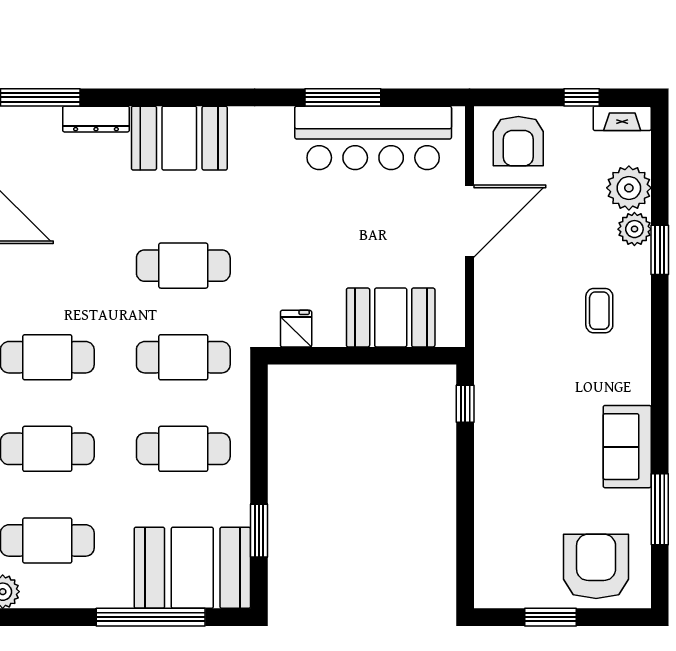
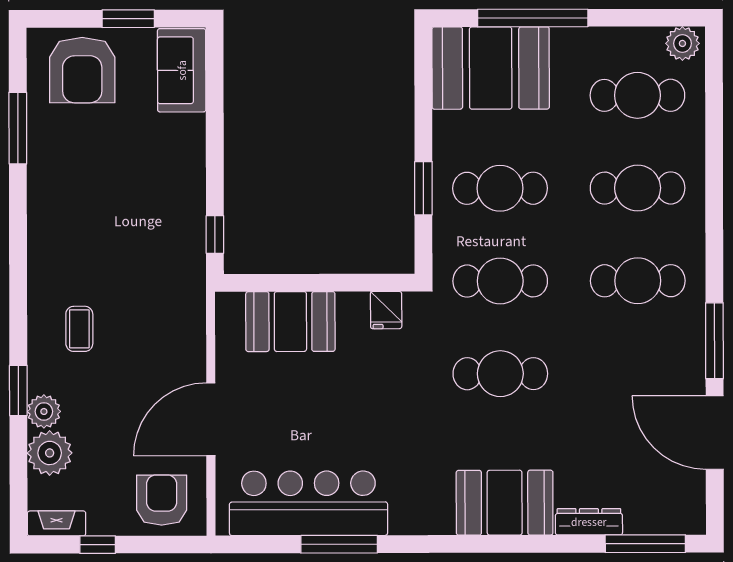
sofa: (627, 447) -> (182, 70), moved, turned 180
window: (259, 531) -> (423, 188), moved

